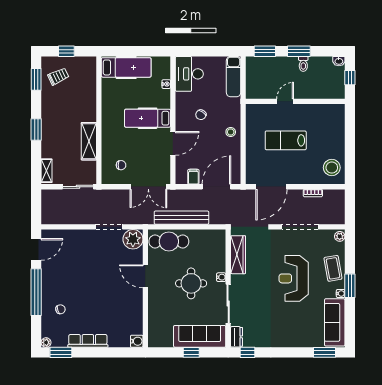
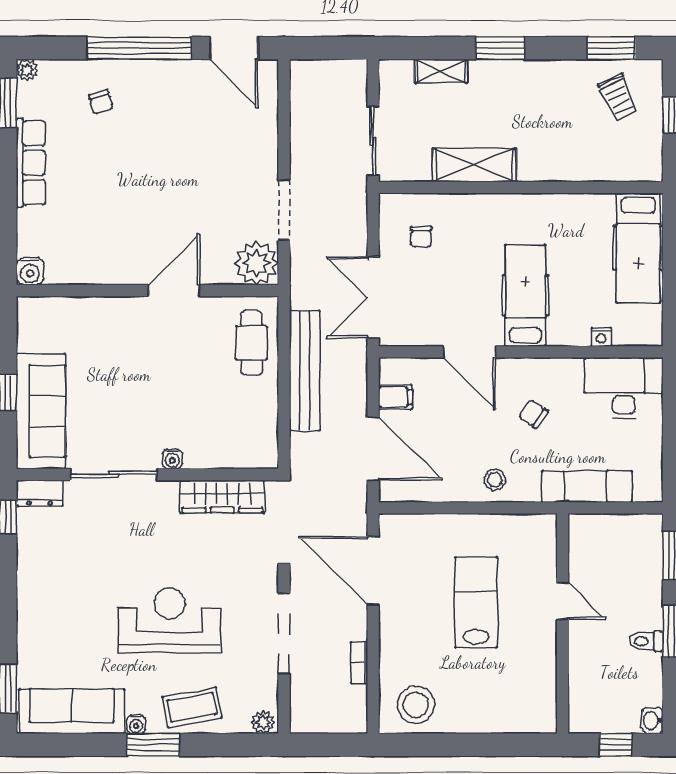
exam couch: (234, 77) -> (587, 487), moved
shelving: (47, 171) -> (441, 71), moved
cafe table: (169, 241) -> (252, 343), width x0.73, depth x0.74
round table: (191, 283) -> (158, 392), removed

